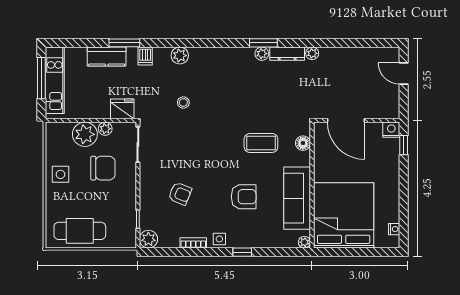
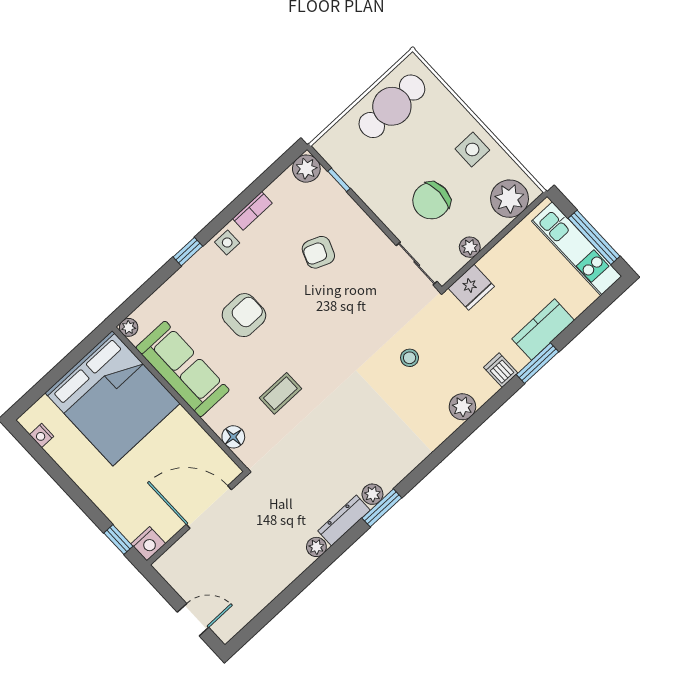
plant: (85, 134) -> (509, 199), moved
coffee table: (261, 143) -> (280, 393), width x0.73, depth x0.77
armchair: (244, 197) -> (244, 315), turned 180

